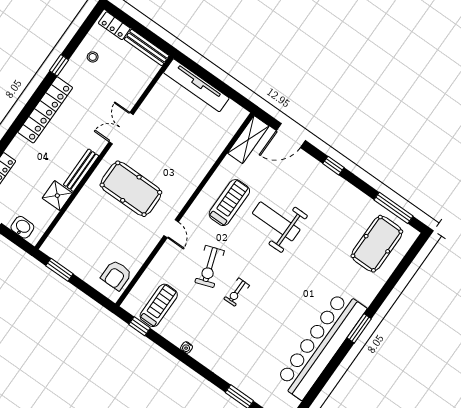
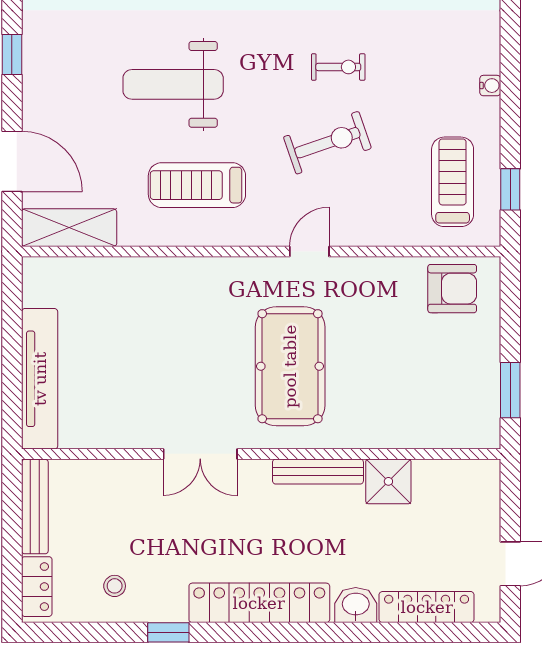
weight bench: (276, 221) -> (173, 84), turned 90
washbasin: (22, 227) -> (356, 605), moved, turned 90
treadmill: (159, 305) -> (453, 182), turned 90

